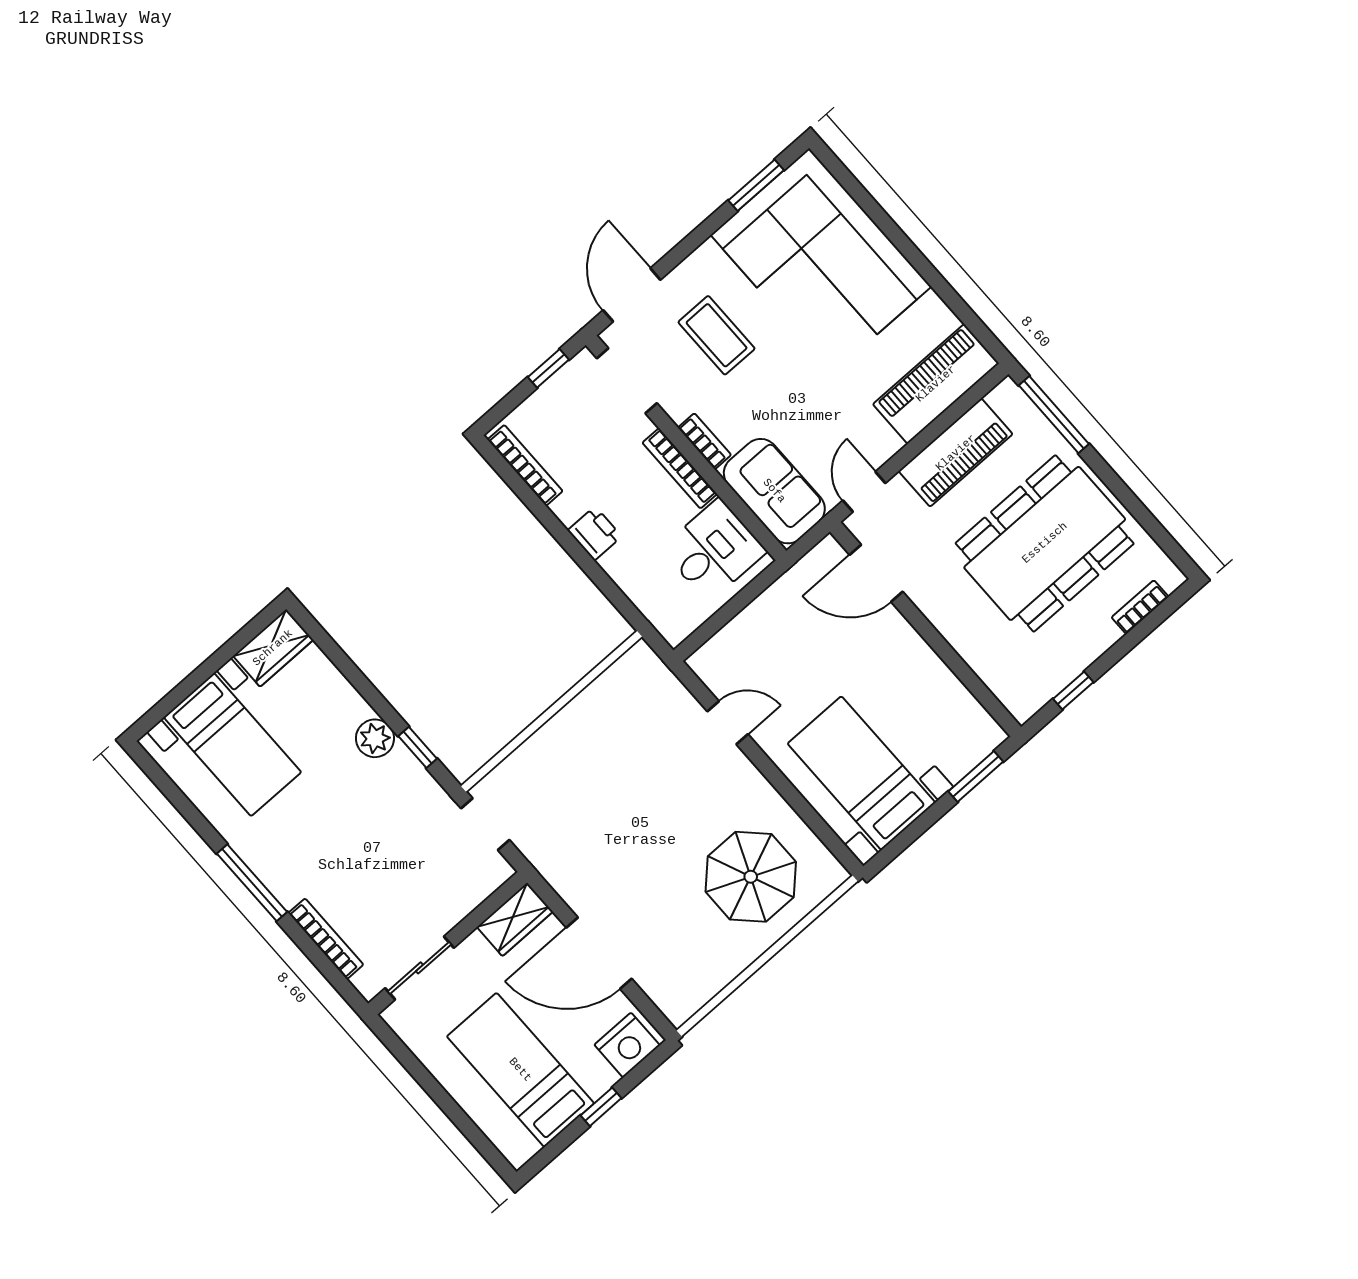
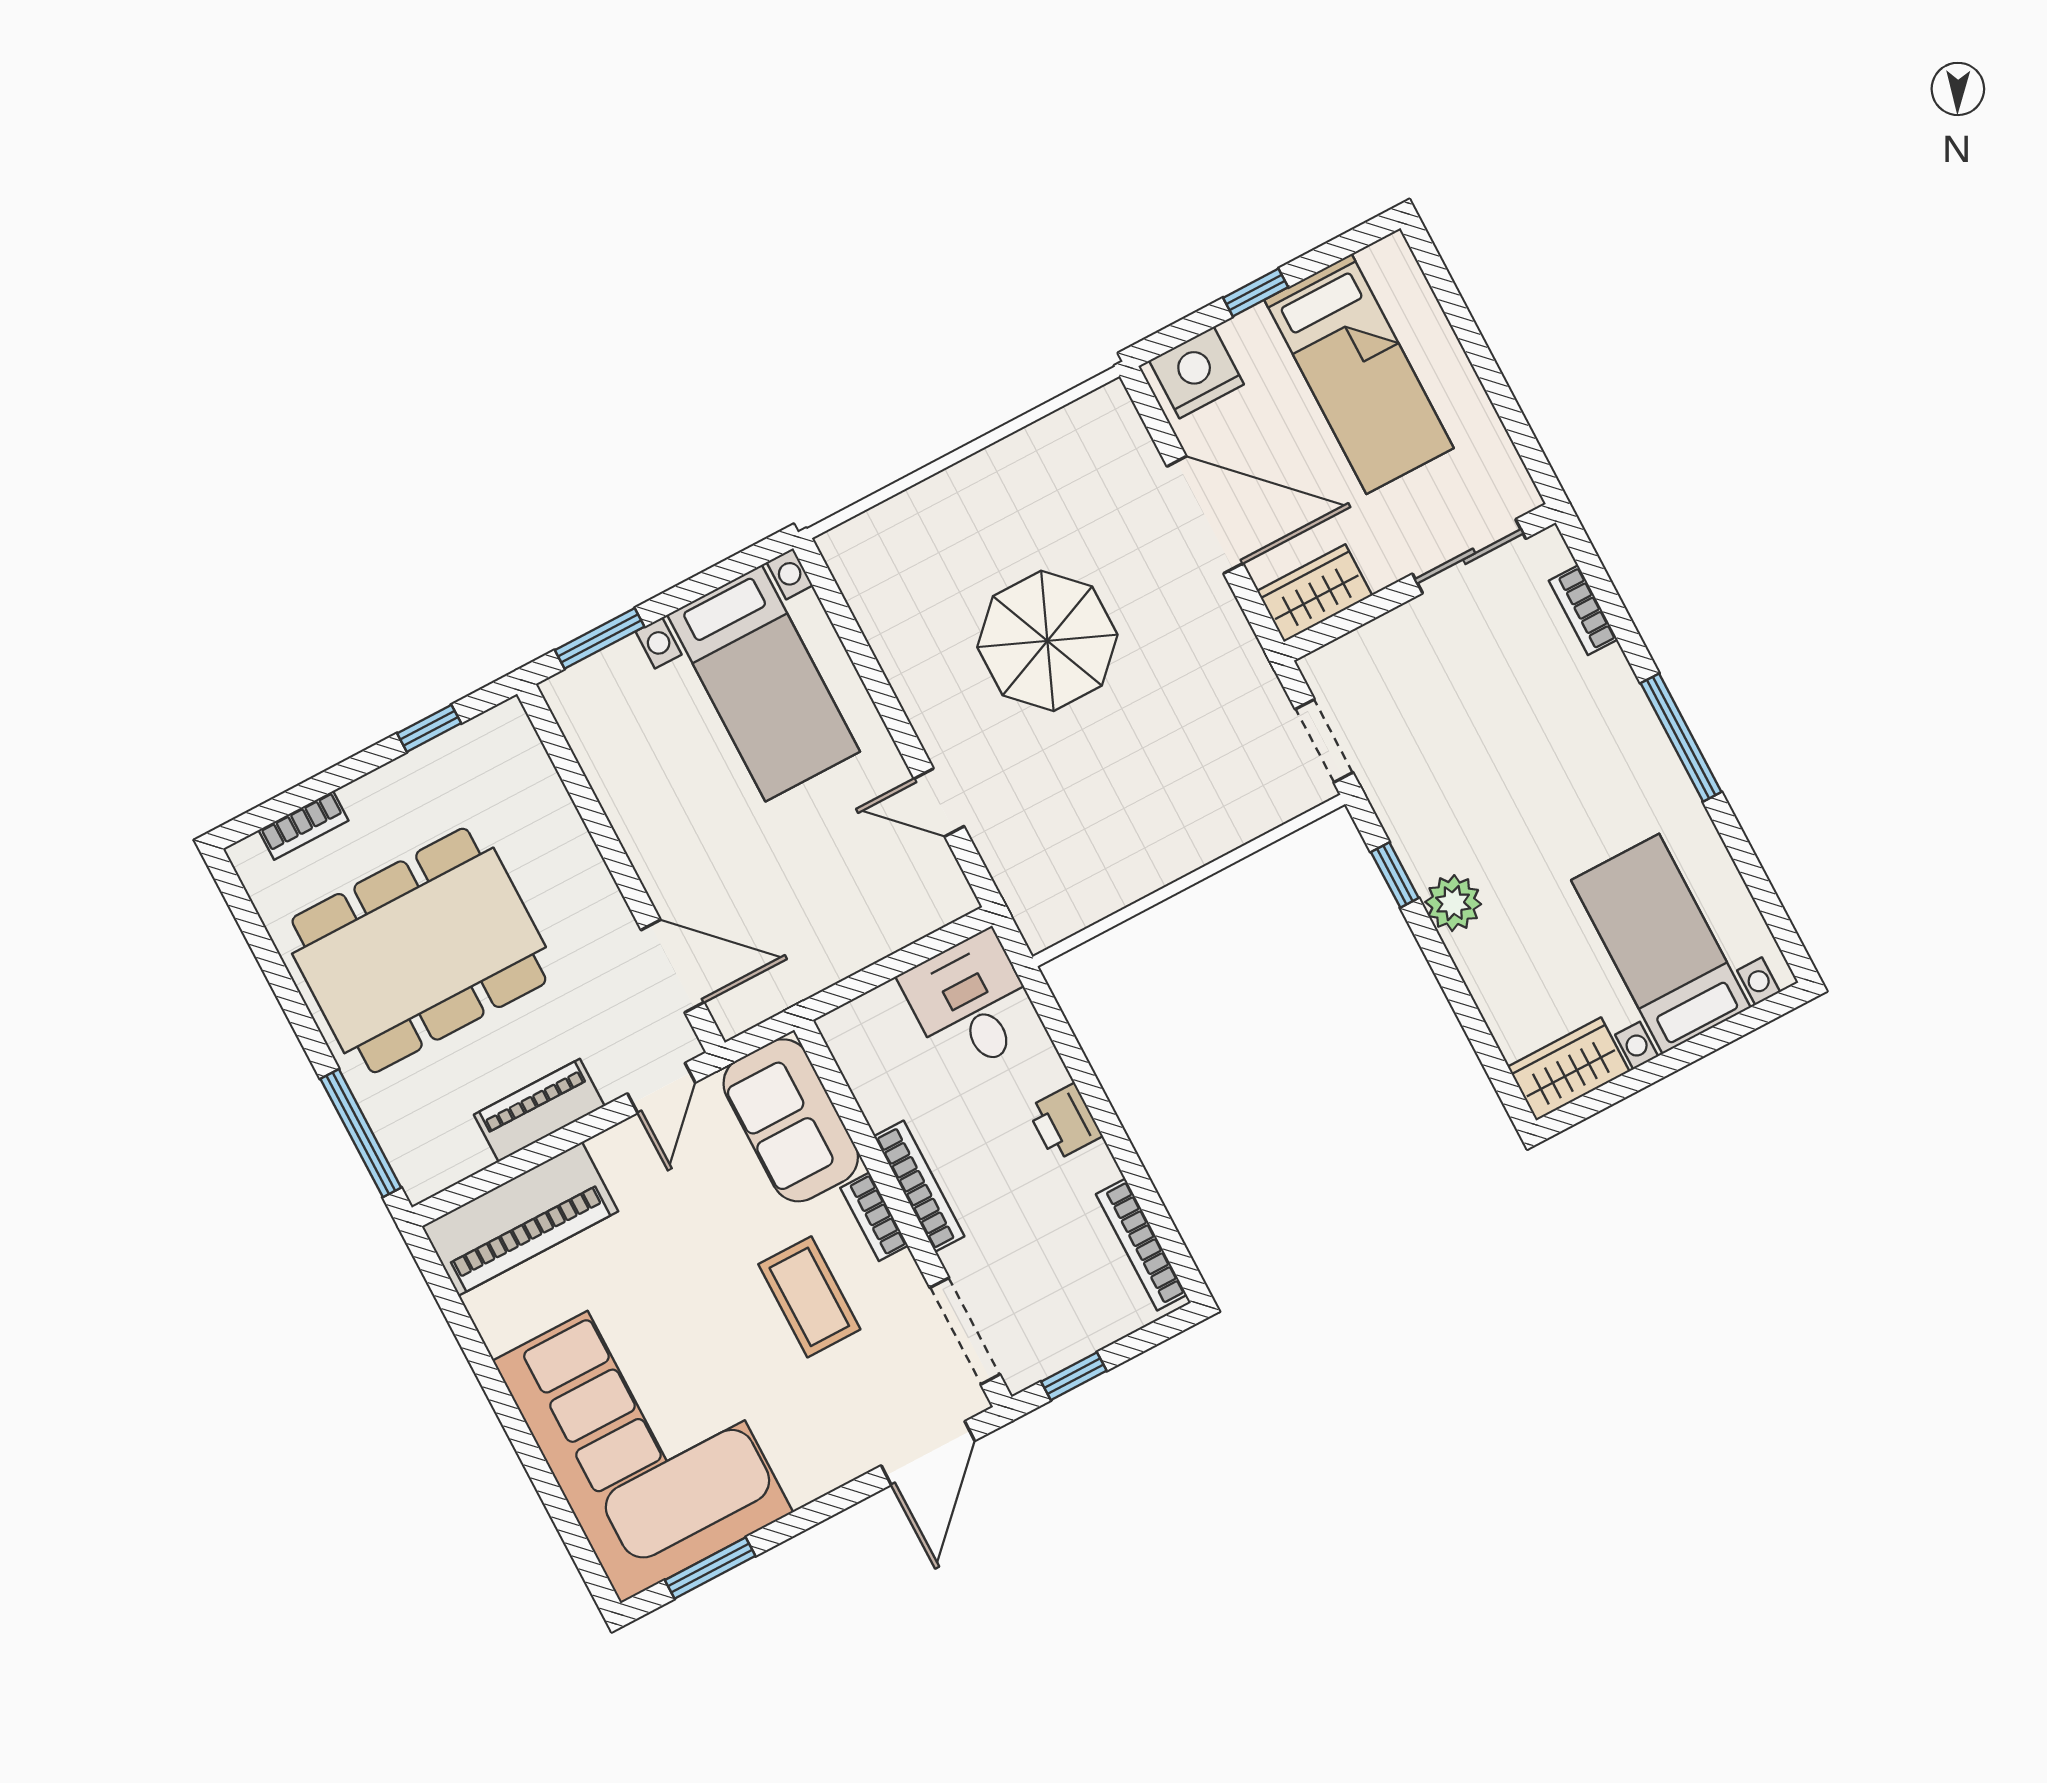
coffee table: (717, 335) -> (809, 1297), moved
piano: (956, 453) -> (539, 1110), width x0.73, depth x0.75
desk: (714, 550) -> (971, 1003), moved, turned 90
parasol: (751, 877) -> (1047, 641), moved
bookcase: (326, 939) -> (1583, 610), width x0.64

